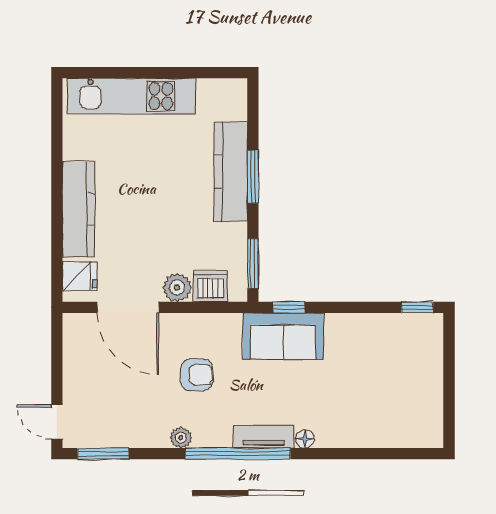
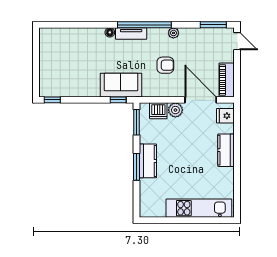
kitchen counter: (231, 172) -> (148, 161), width x0.67
kitchen counter: (78, 209) -> (226, 150), width x0.67
piano: (77, 346) -> (227, 80), added
armchair: (197, 375) -> (165, 65), turned 180

